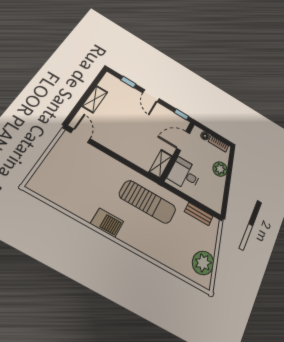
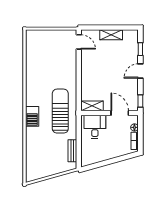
door: (81, 136) -> (79, 42), hinge flipped
plant: (220, 169) -> (115, 151), removed
sun lounger: (148, 202) -> (60, 111), turned 180
barbecue: (107, 223) -> (32, 116), moved
plant: (203, 263) -> (41, 170), removed

